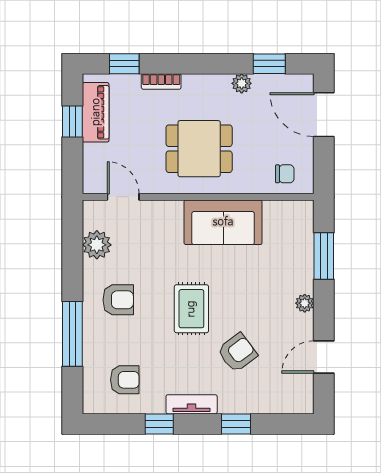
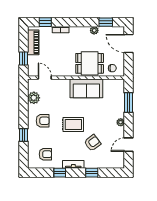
window: (72, 122) -> (24, 59), moved
dining table: (199, 149) -> (90, 63), moved
rug: (191, 309) -> (73, 125), turned 90
window: (72, 334) -> (24, 135), width x0.46

